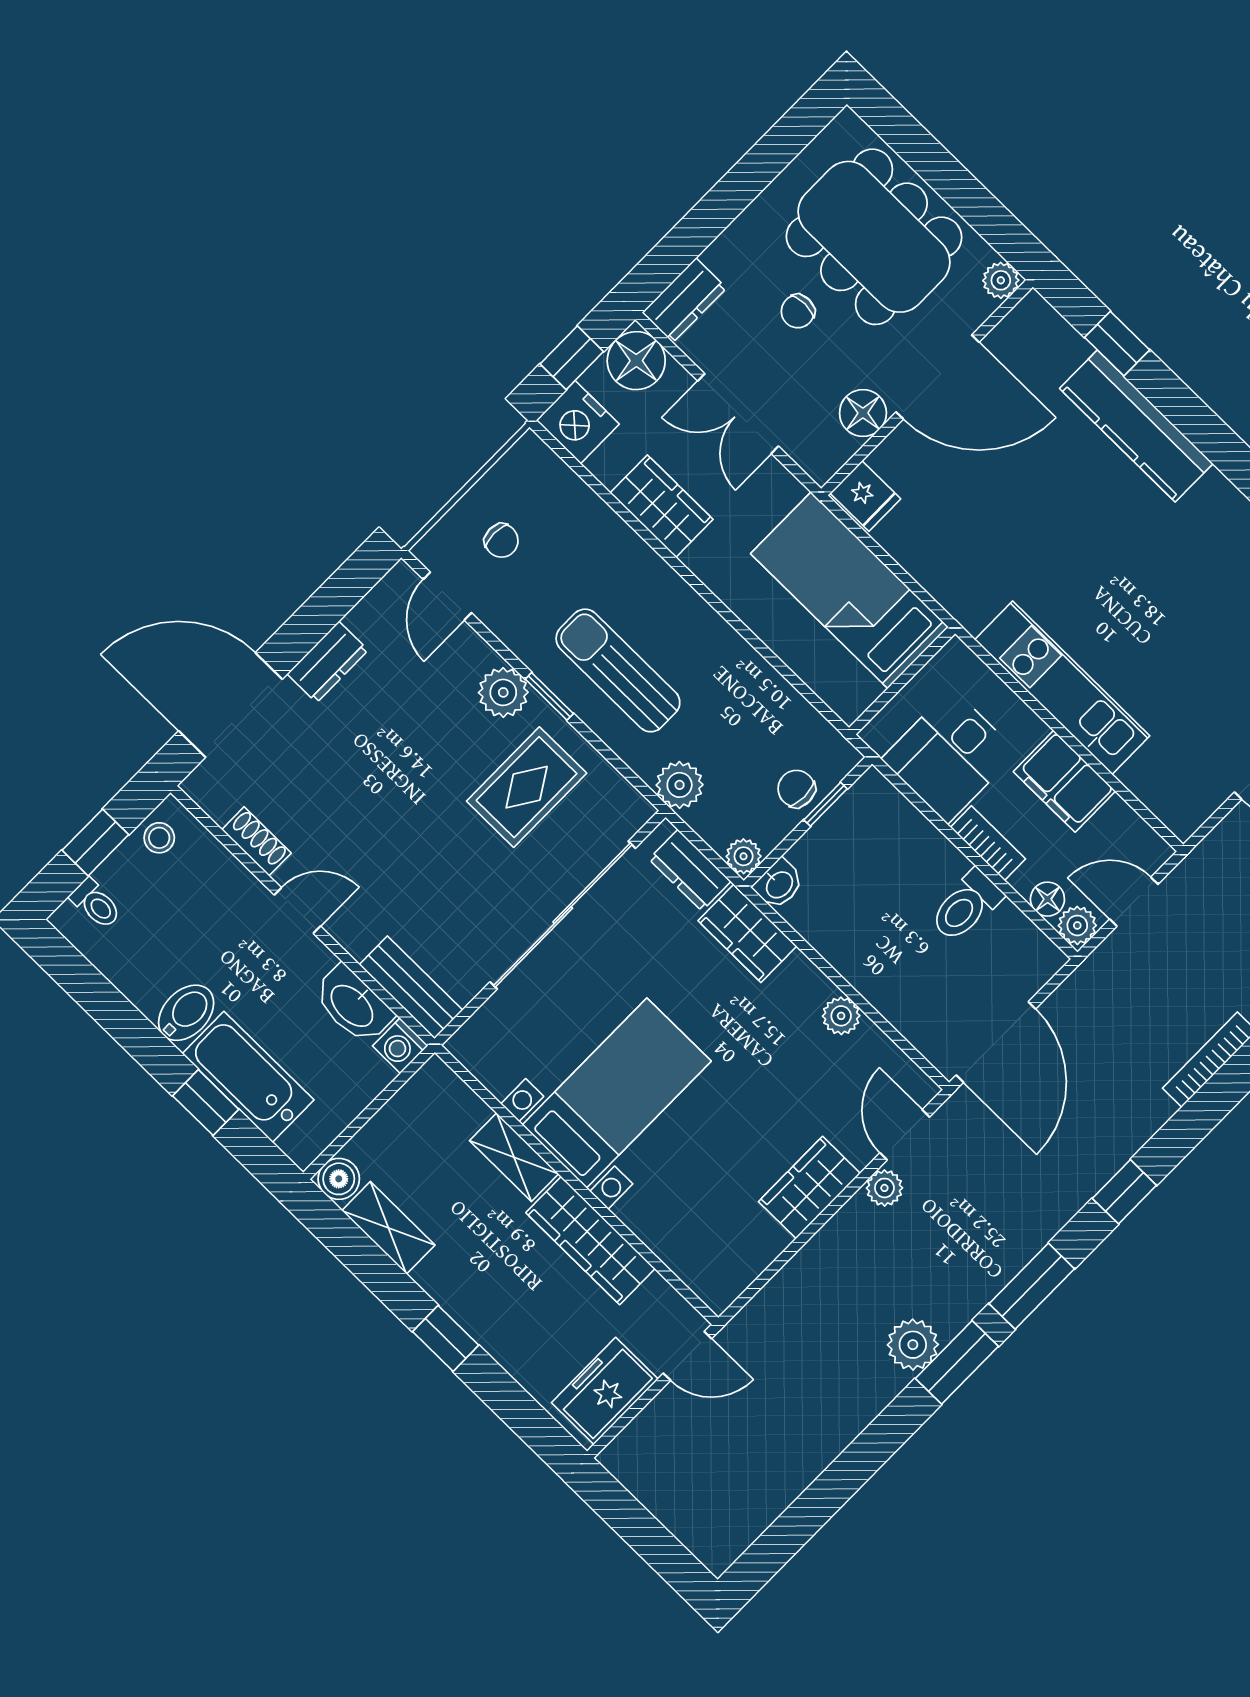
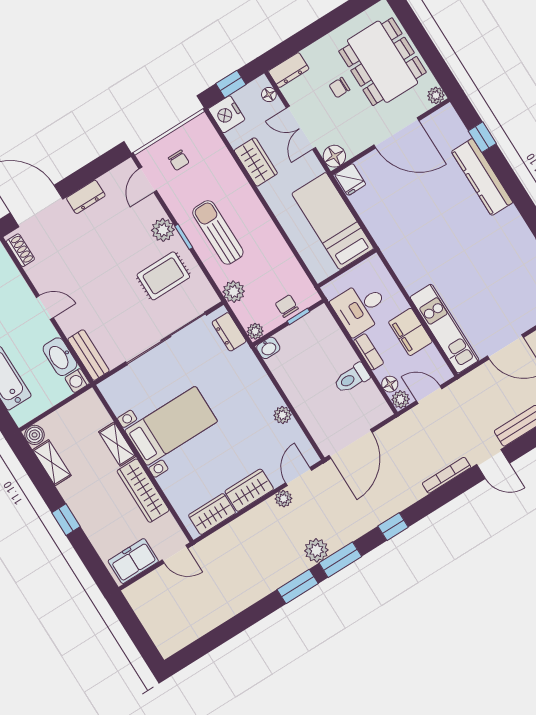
floor lamp: (636, 361) -> (269, 94), width x0.53, depth x0.53
floor lamp: (863, 413) -> (334, 156), moved
kitchen unit: (1062, 688) -> (445, 329), moved
shoe rack: (256, 841) -> (20, 250), moved
wardrobe: (747, 933) -> (212, 514), moved, turned 90
plant: (913, 1345) -> (316, 550), moved

